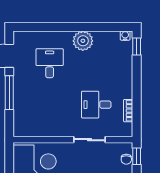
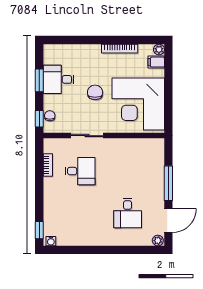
plant: (83, 41) -> (158, 241), moved, width x0.53, depth x0.53

